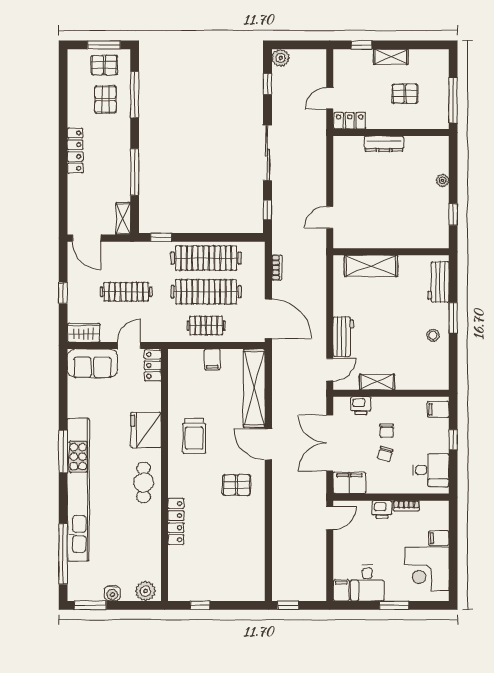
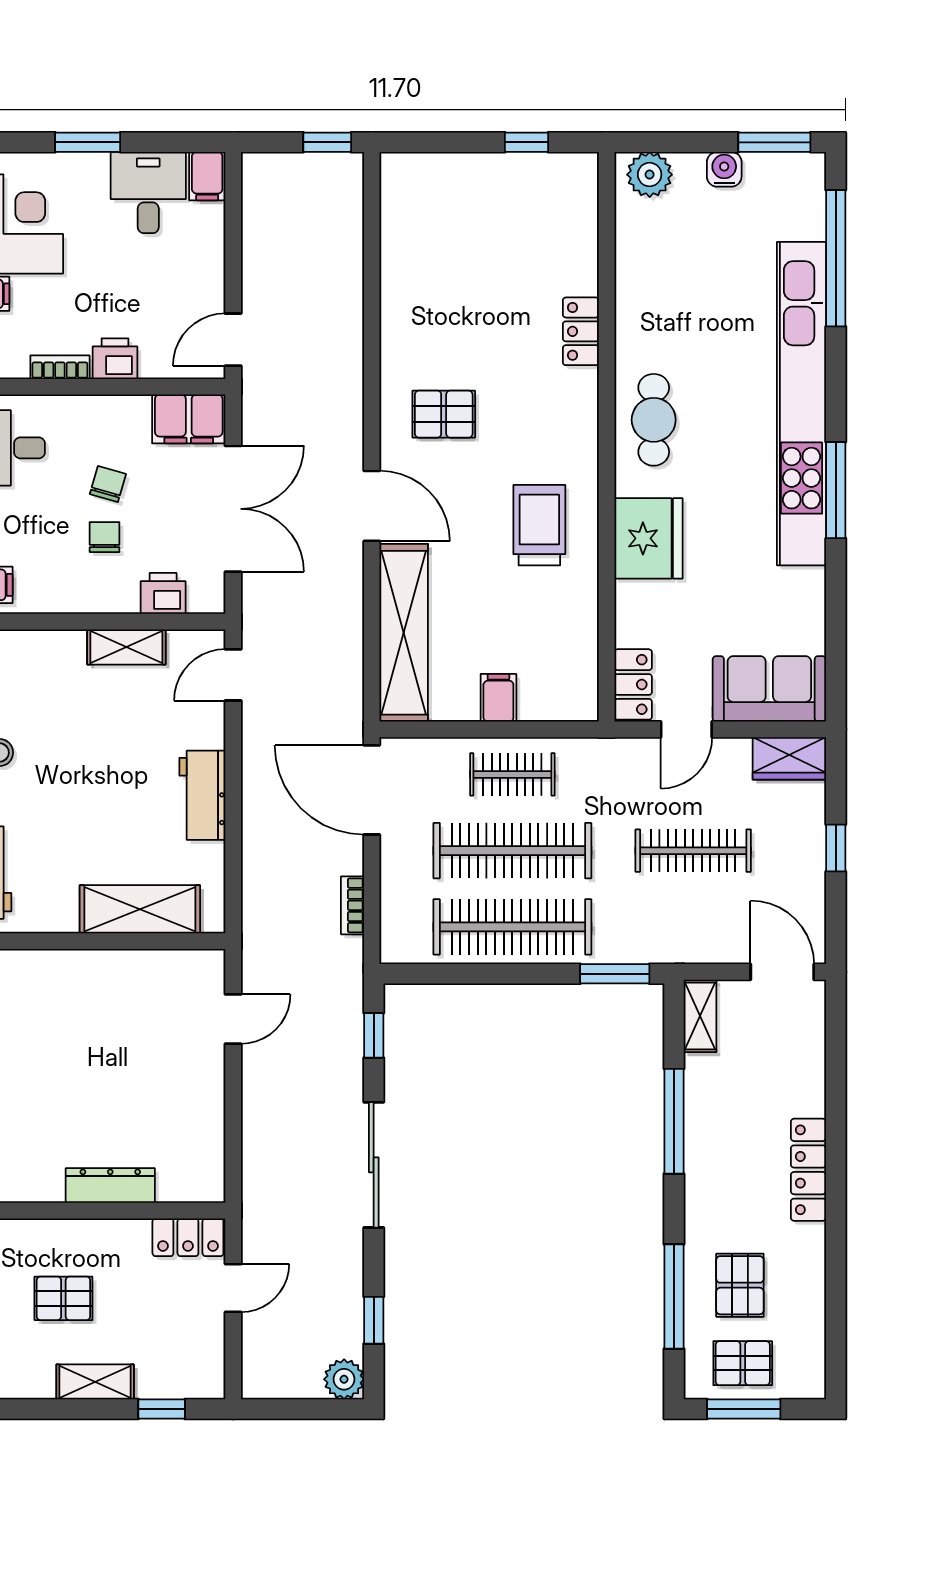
window: (161, 237) -> (615, 974), width x1.50
workbench: (343, 337) -> (202, 795), moved
locker: (176, 522) -> (581, 331), width x0.66

